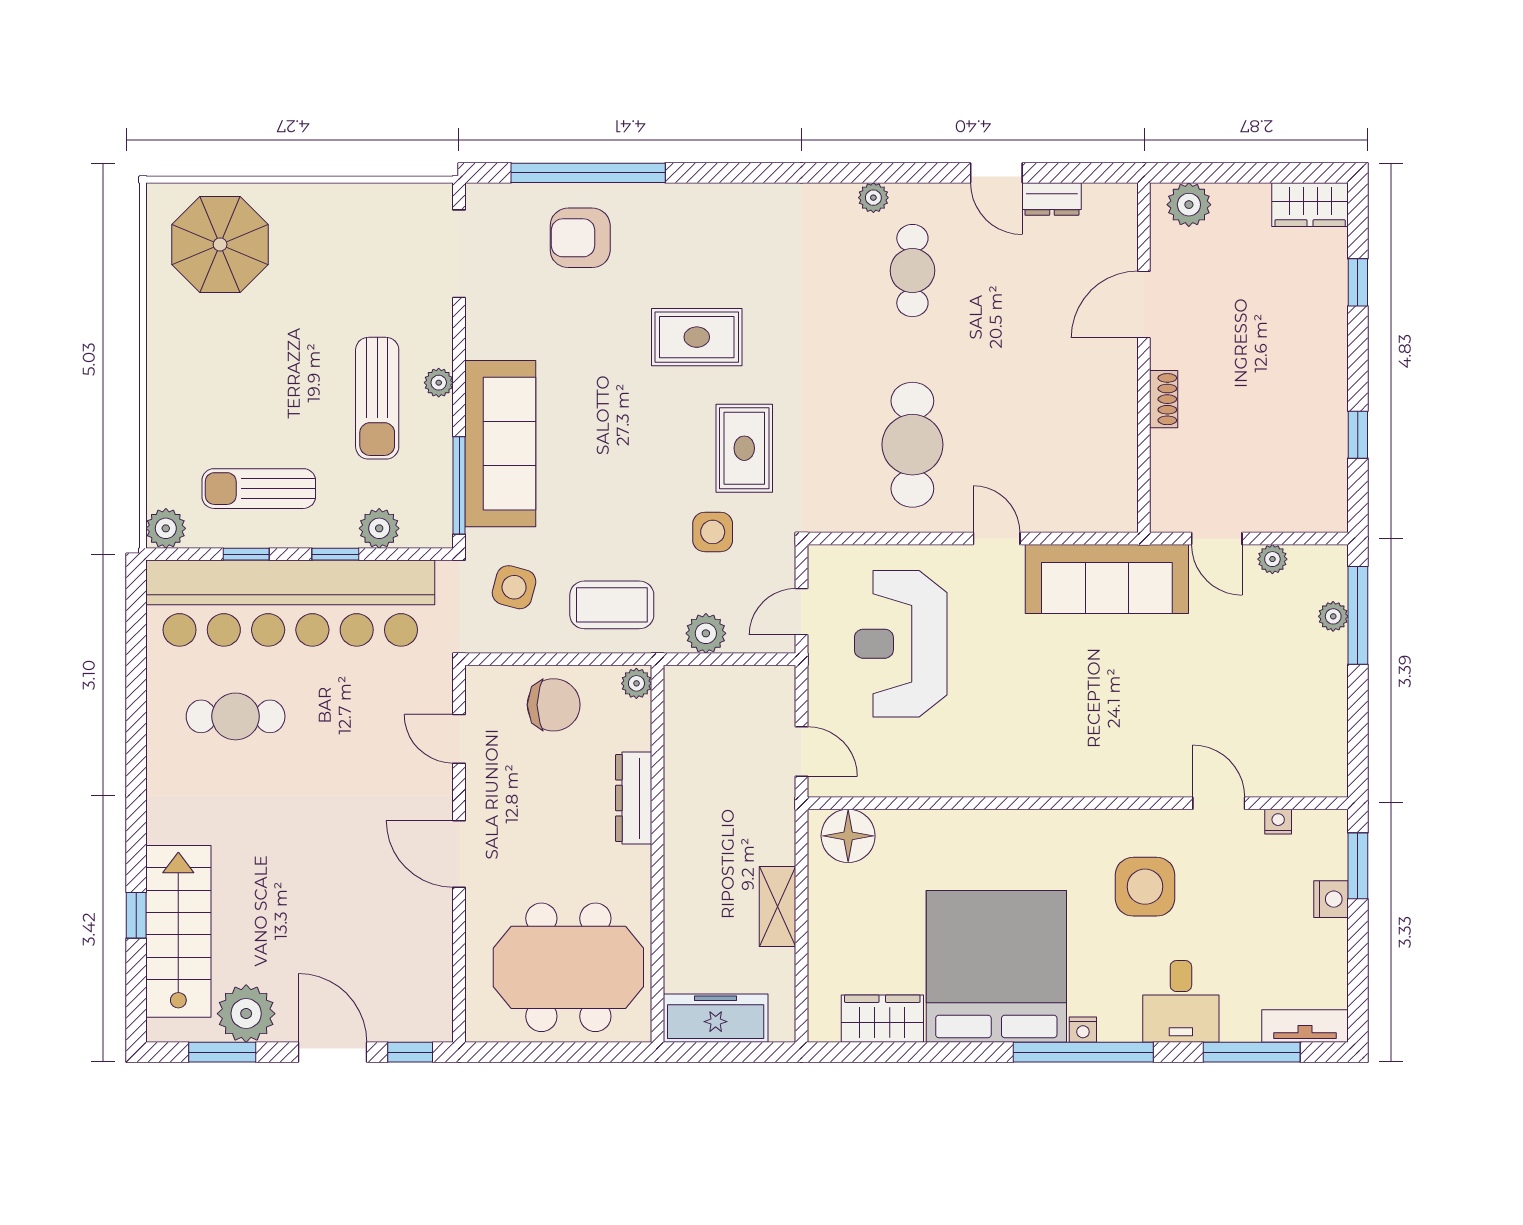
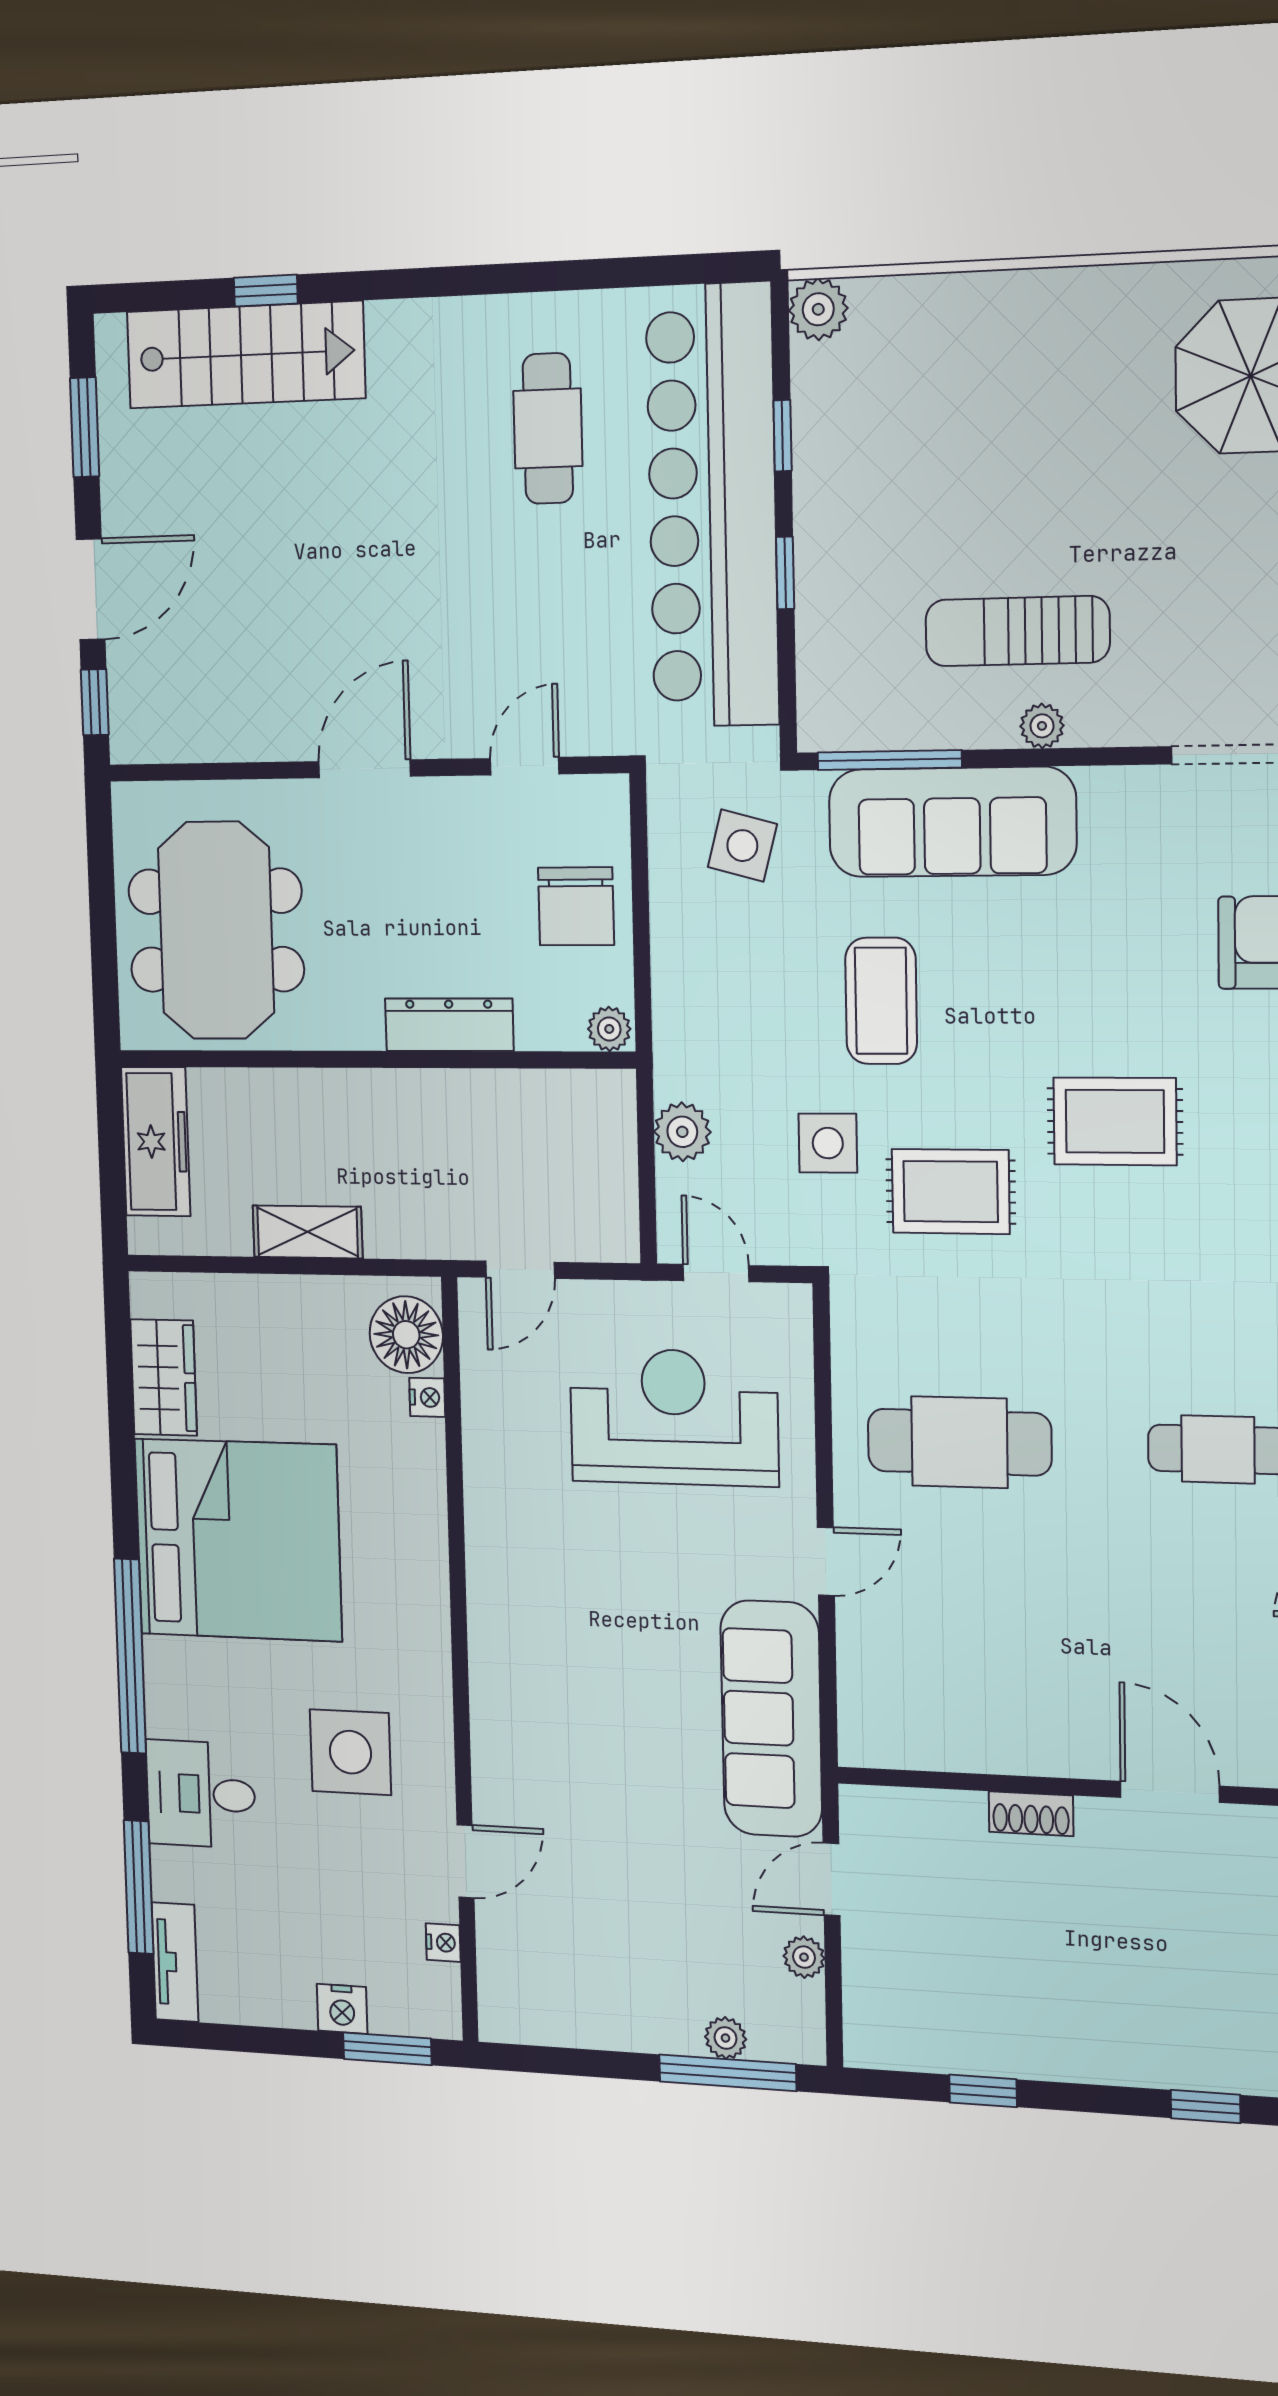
rug: (697, 337) -> (1115, 1121), turned 90
sun lounger: (259, 489) -> (880, 451), removed
plant: (379, 528) -> (824, 639), removed
coffee table: (612, 605) -> (881, 1001), moved
plant: (246, 1014) -> (138, 460), removed
nightstand: (1083, 1030) -> (427, 1397), moved, turned 180

